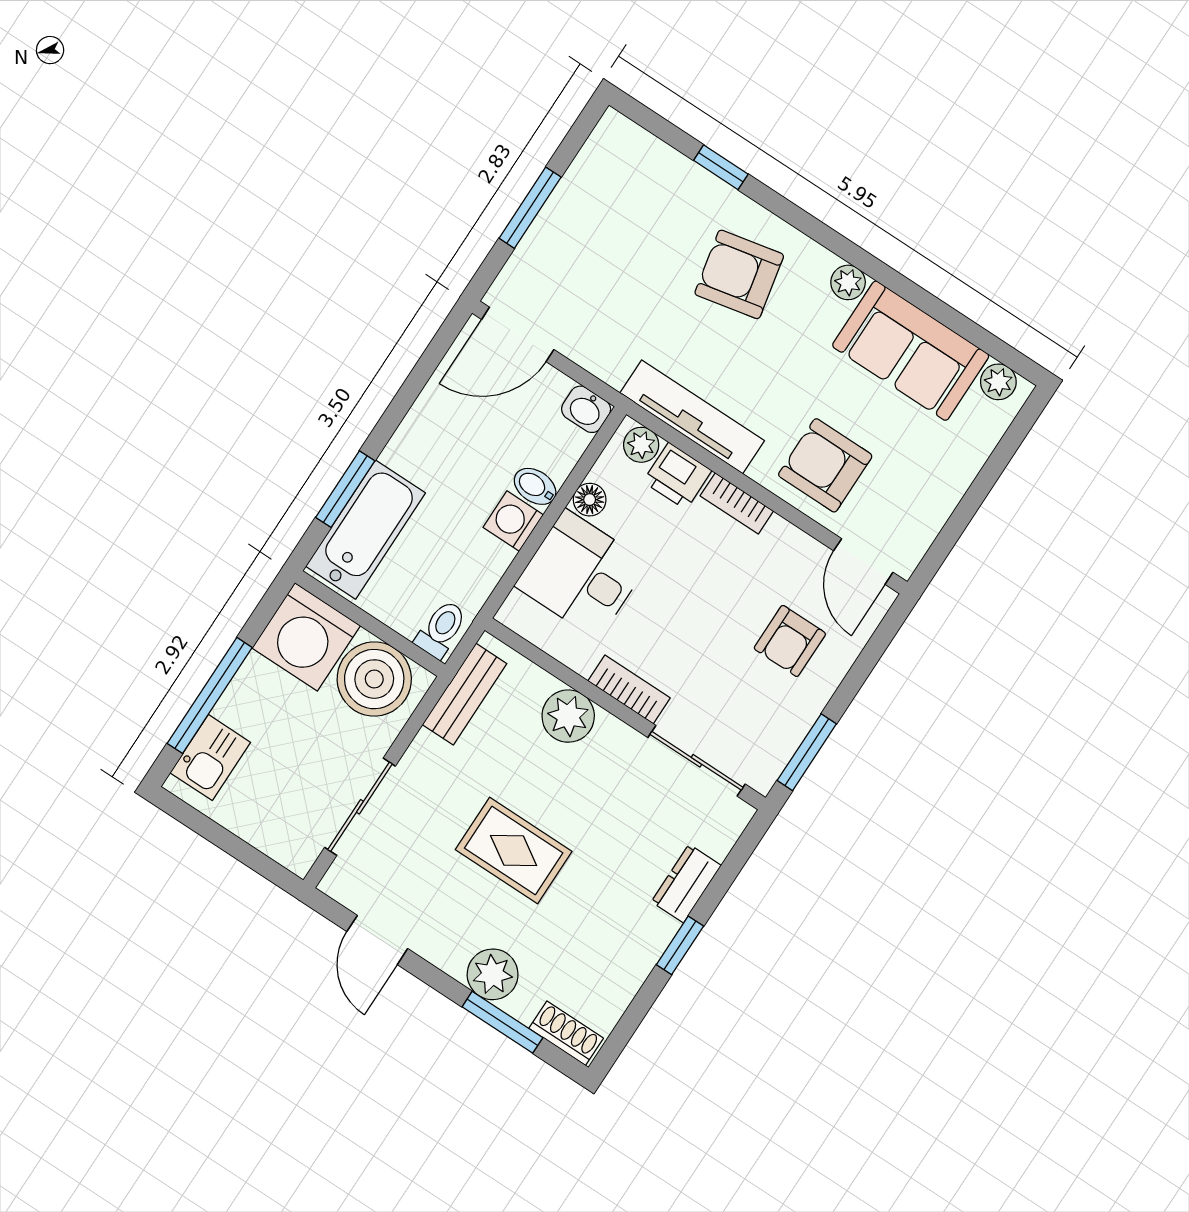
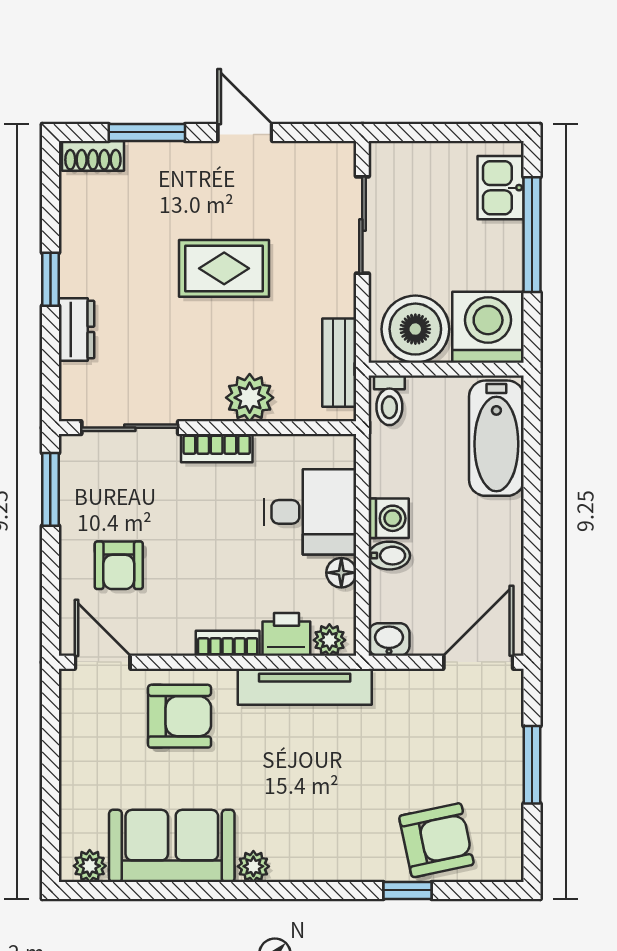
armchair: (739, 274) -> (436, 840), moved
window: (345, 489) -> (532, 459), removed
armchair: (790, 641) -> (119, 565), turned 180
door: (377, 940) -> (245, 132), moved
plant: (493, 974) -> (178, 164), removed

